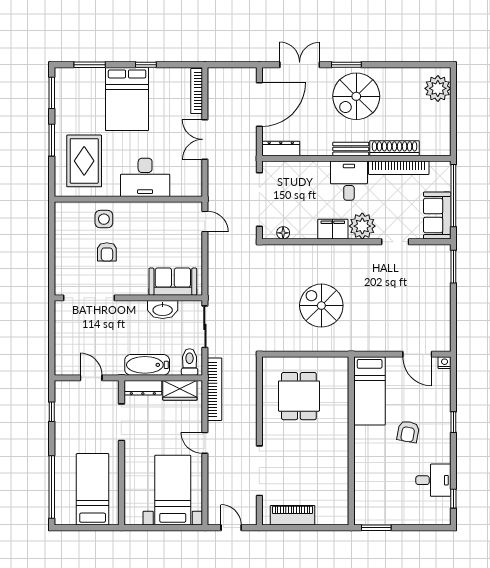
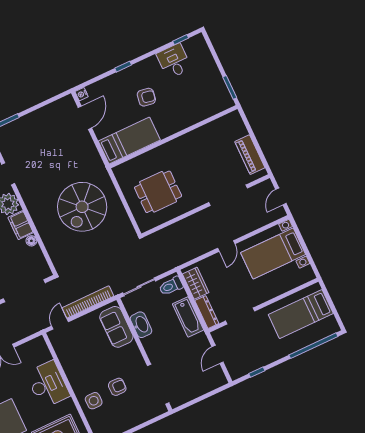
floor lamp: (283, 233) -> (31, 241), moved
spiral stairs: (321, 306) -> (82, 207), width x1.37, depth x1.37
bookcase: (215, 389) -> (88, 302), moved

